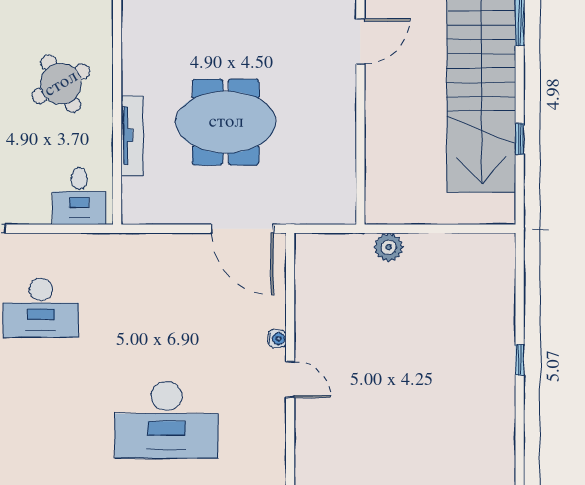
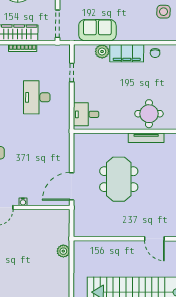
round table: (61, 84) -> (149, 114), moved, turned 30
tv unit: (132, 136) -> (146, 138), moved

